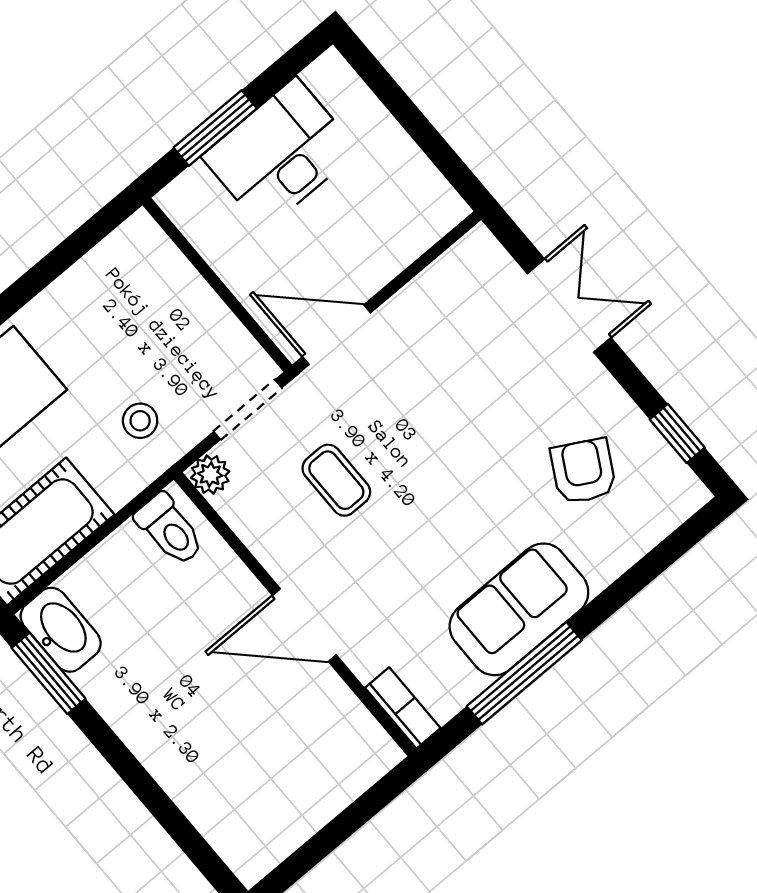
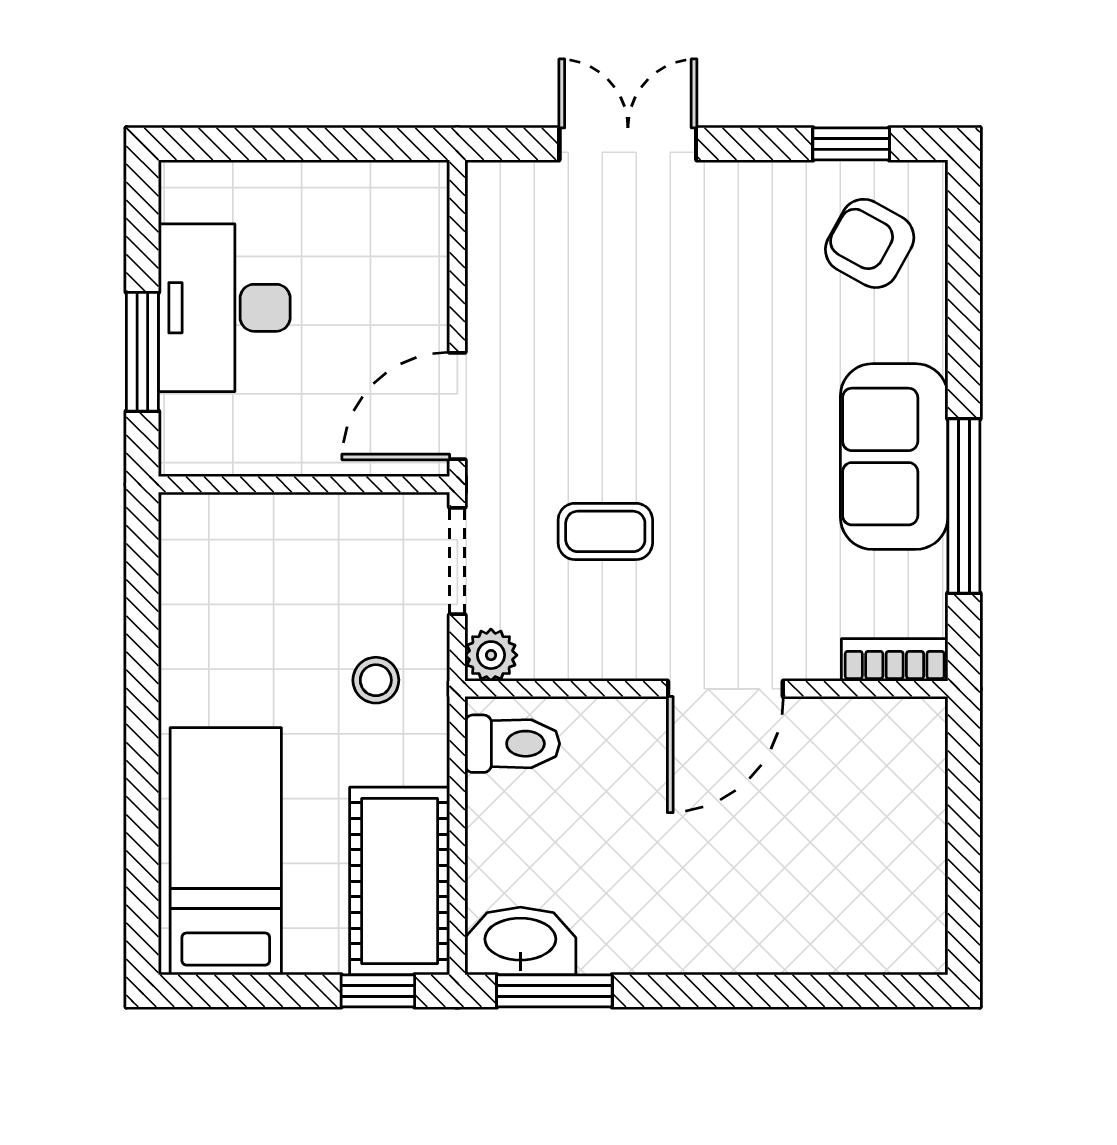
armchair: (583, 471) -> (870, 243), moved

